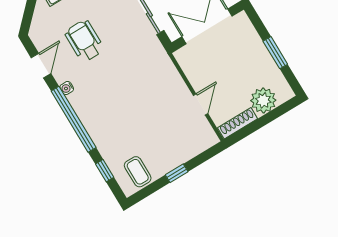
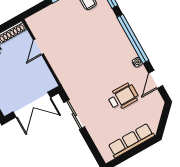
wheelchair: (84, 41) -> (123, 97), turned -90

